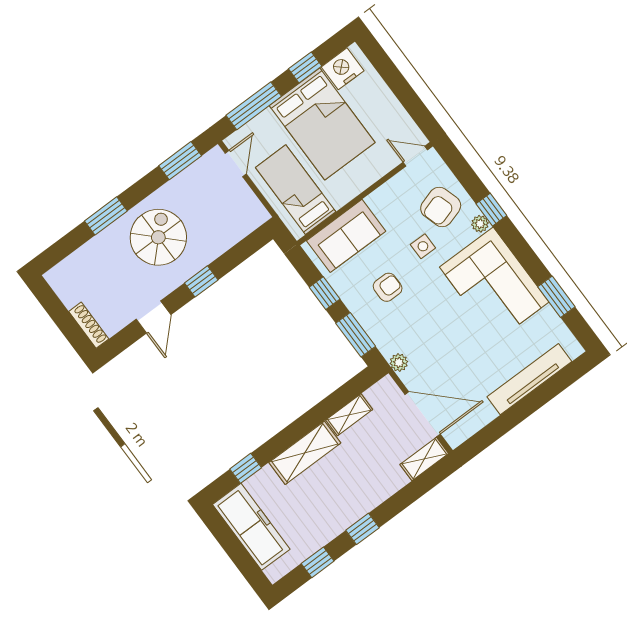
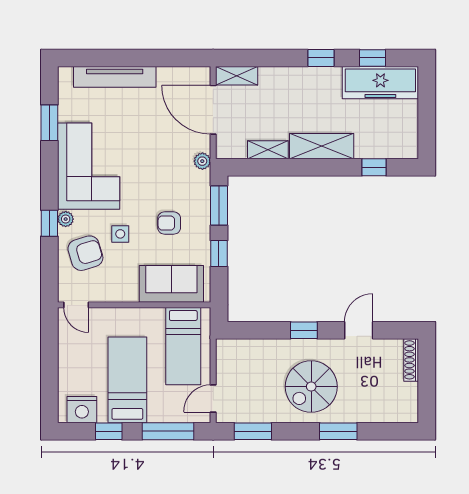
bed: (322, 124) -> (127, 380), width x0.67
freezer: (251, 527) -> (380, 83), moved, turned -90

